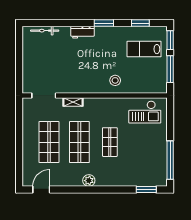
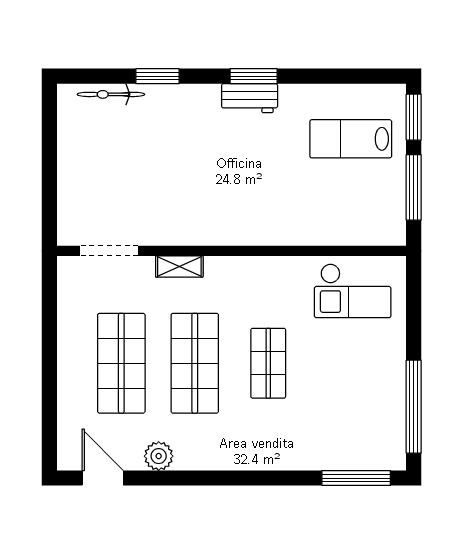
window: (140, 23) -> (157, 76), moved
workbench: (83, 32) -> (250, 98), moved
stool: (115, 80) -> (281, 215), removed
plant: (89, 181) -> (159, 456), moved
door: (41, 190) -> (103, 478), hinge flipped
window: (146, 190) -> (356, 478), width x1.44

